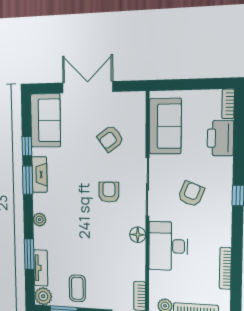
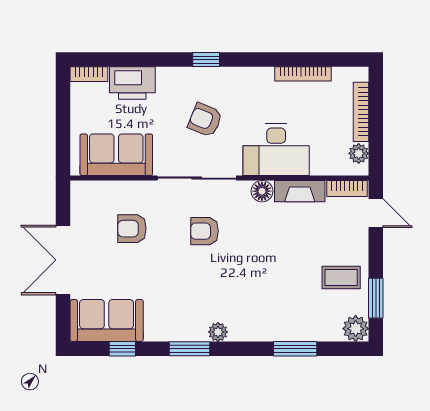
armchair: (110, 139) -> (132, 229), turned 126
window: (27, 146) -> (122, 349), moved
fireplace: (39, 175) -> (300, 191), moved, turned 180
plant: (40, 220) -> (218, 332), moved
tv unit: (41, 268) -> (315, 332), removed

